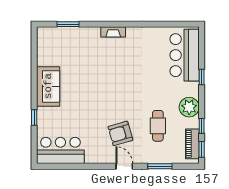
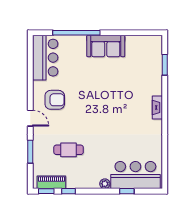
window: (202, 77) -> (127, 191), moved
plant: (189, 107) -> (105, 184), moved, width x0.53, depth x0.53
window: (34, 118) -> (76, 33), width x3.17
armchair: (120, 133) -> (55, 100), moved, turned 106
door: (124, 166) -> (30, 118), hinge flipped

